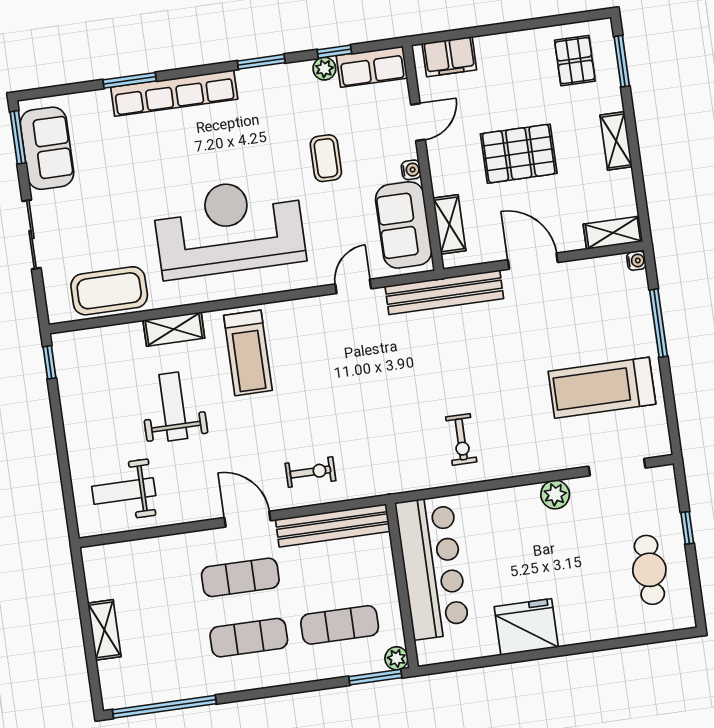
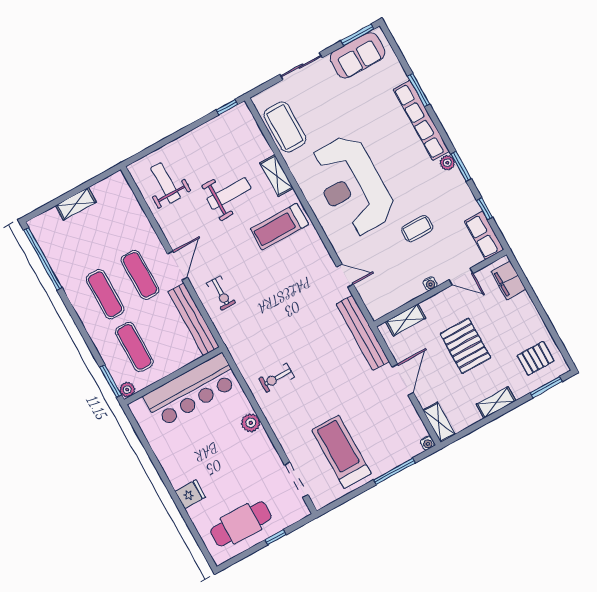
plant: (324, 69) -> (447, 163), moved
sofa: (404, 225) -> (395, 292), removed
reception desk: (229, 228) -> (352, 186), turned 180
plant: (555, 494) -> (251, 423), moved
cafe table: (649, 570) -> (241, 524), width x1.37, depth x1.35
fridge: (526, 627) -> (190, 494), moved, width x0.53, depth x0.75

